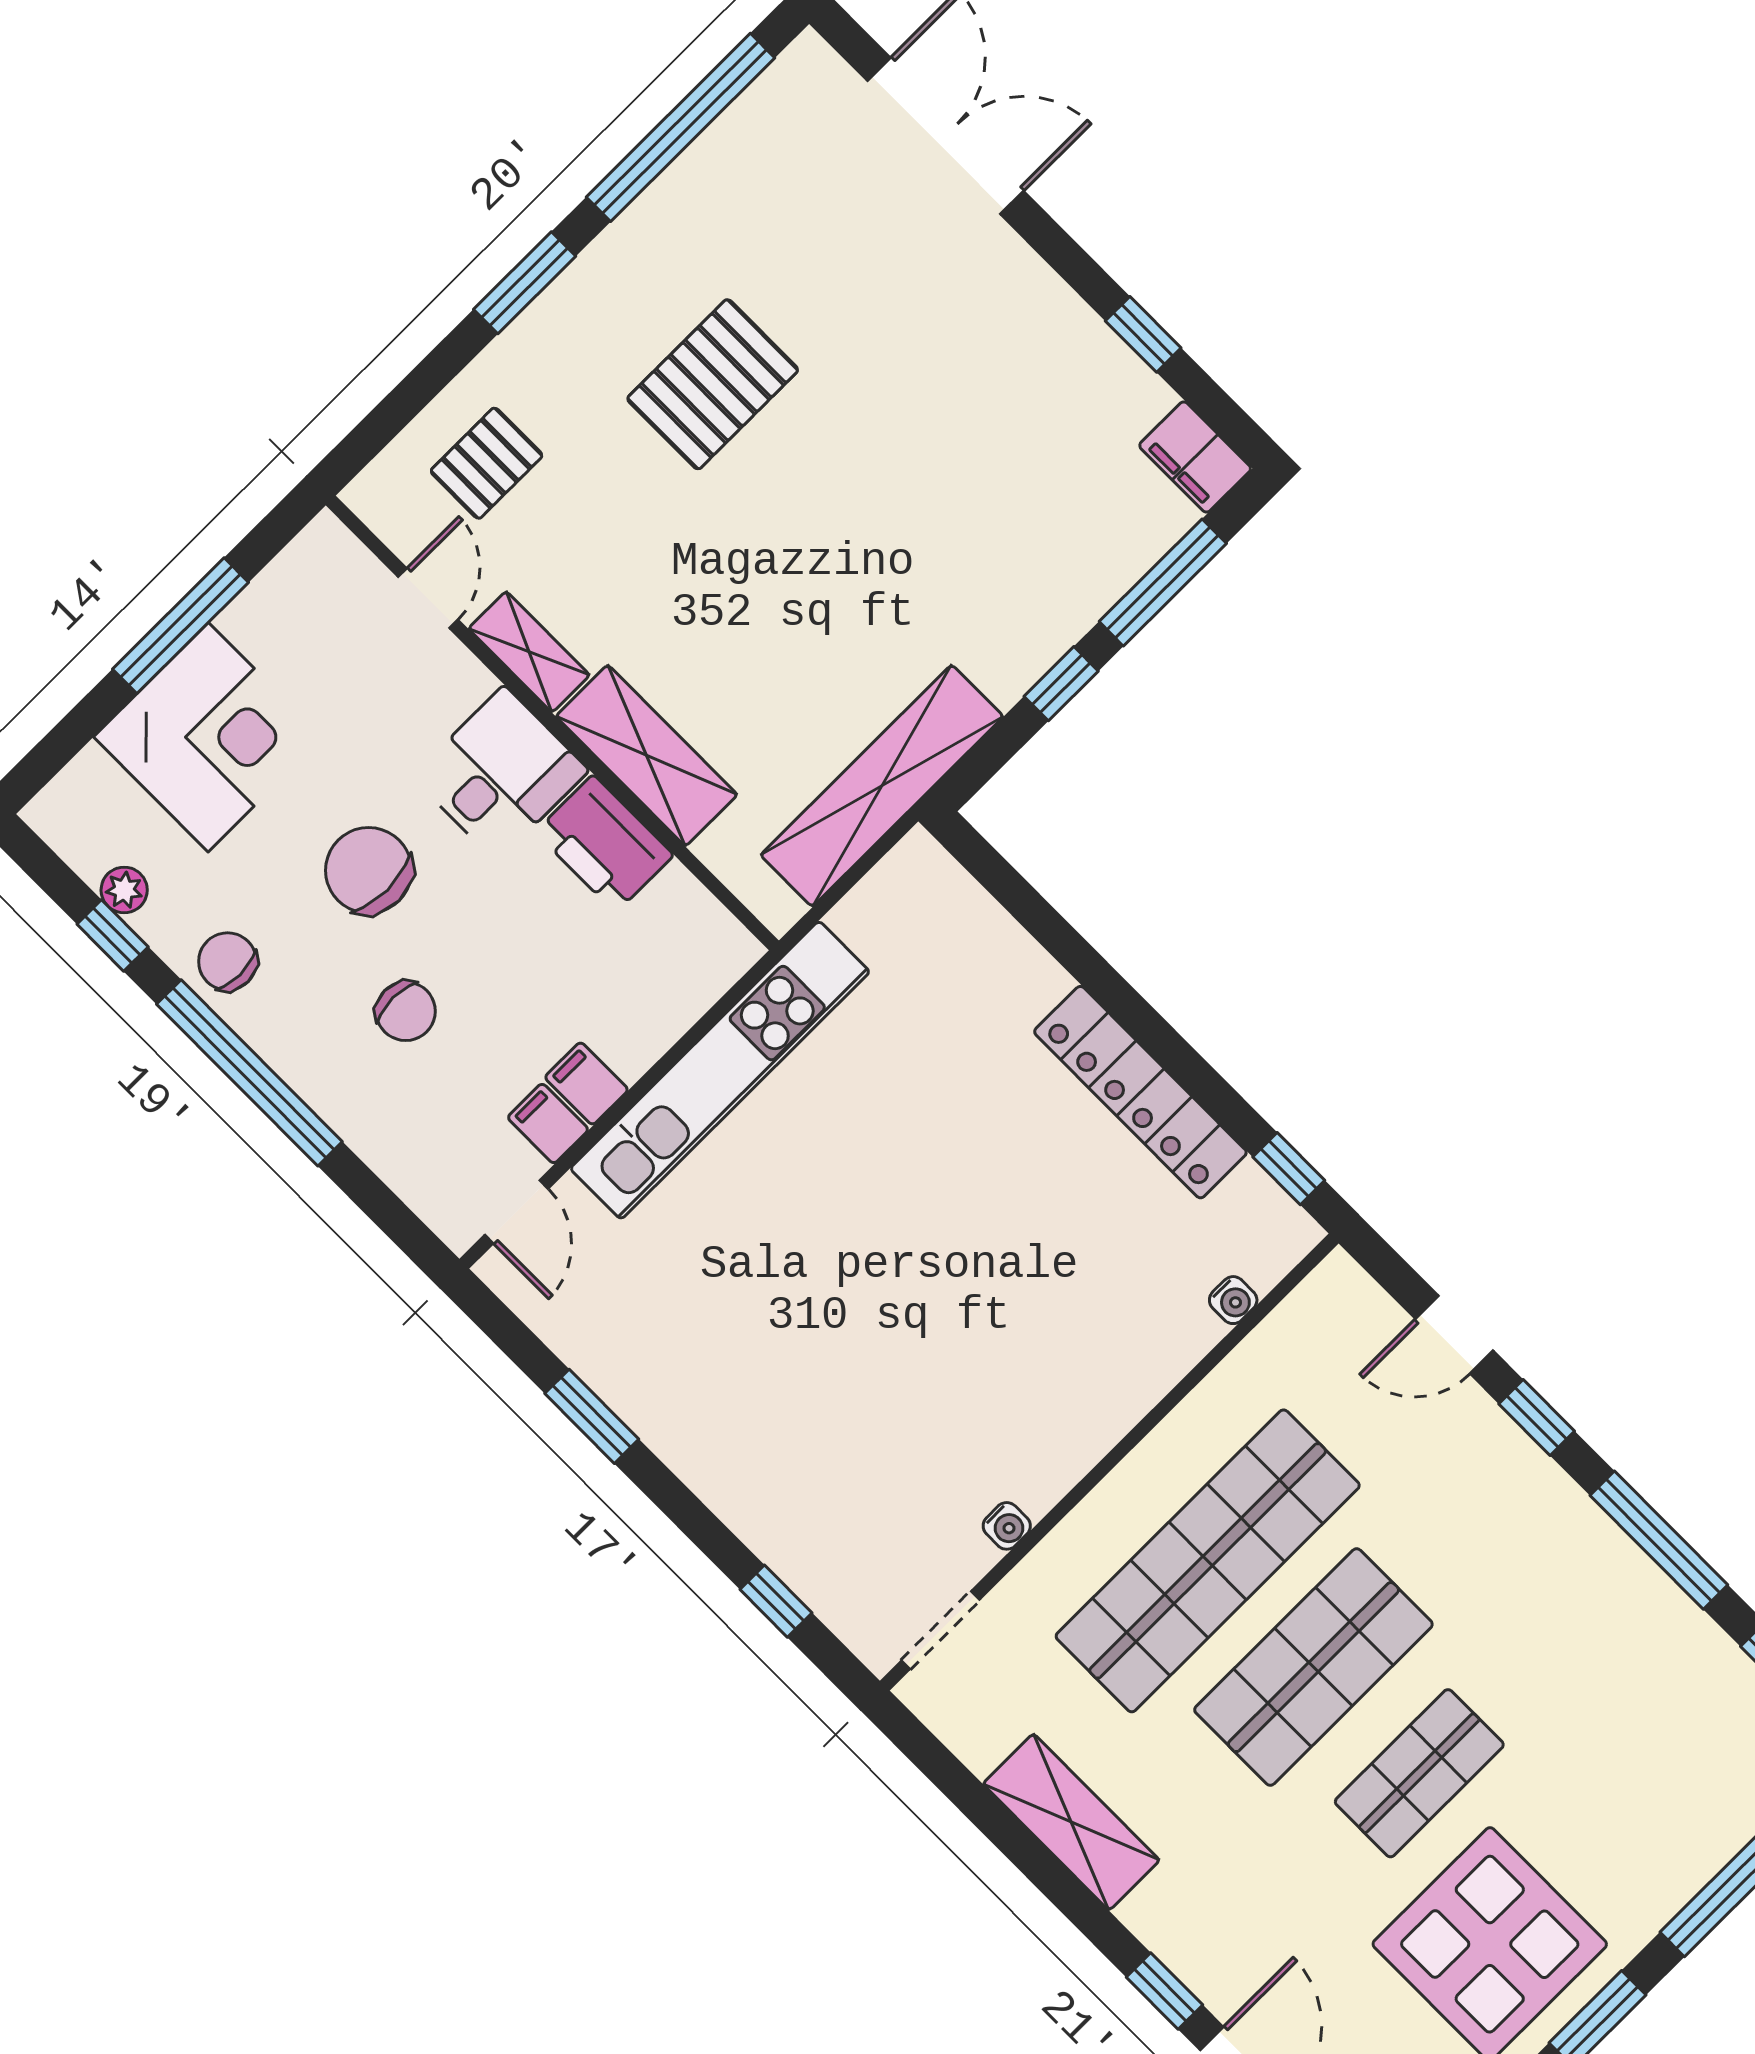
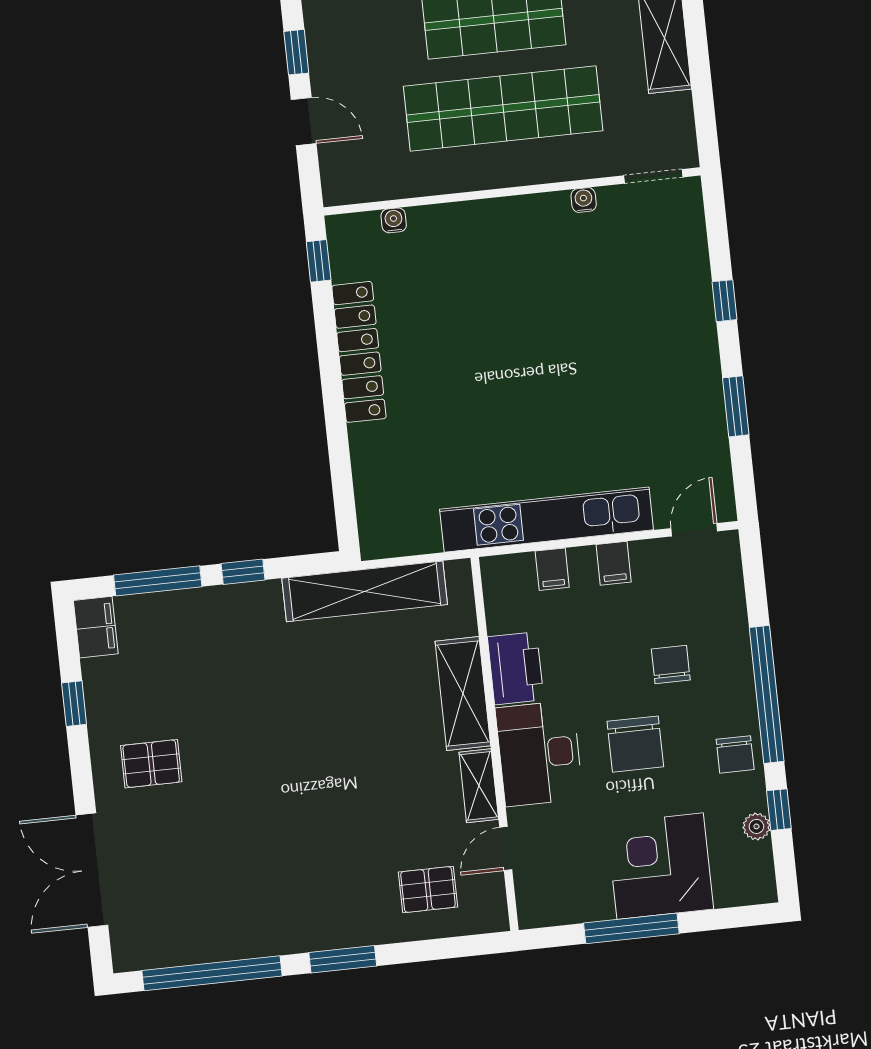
pallet: (713, 384) -> (151, 764), moved, width x0.67, depth x0.71
desk: (500, 774) -> (539, 753), width x1.37
filing cabinet: (548, 1123) -> (552, 569), moved
window: (776, 1601) -> (725, 301), moved

